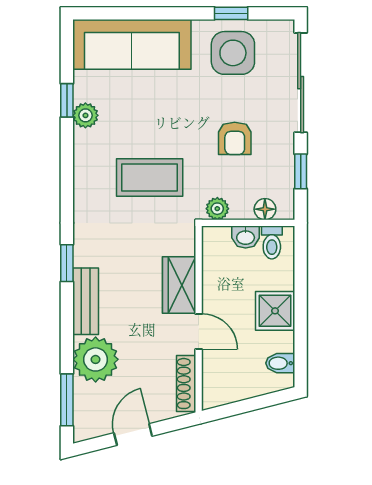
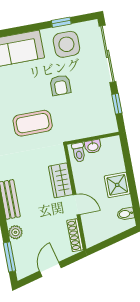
armchair: (235, 138) -> (60, 85), moved
plant: (217, 209) -> (74, 134), removed
floor lamp: (265, 209) -> (101, 129), removed
toilet: (272, 242) -> (79, 152), moved
plant: (96, 359) -> (15, 232), width x0.53, depth x0.53

